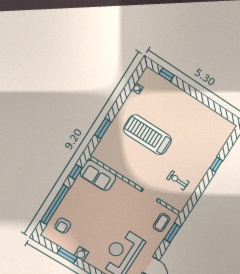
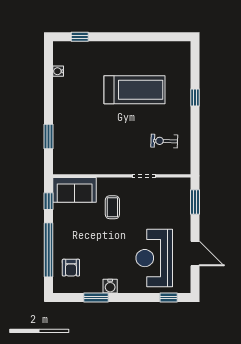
treadmill: (148, 135) -> (135, 90), moved, turned 180
coffee table: (162, 223) -> (112, 207), moved

